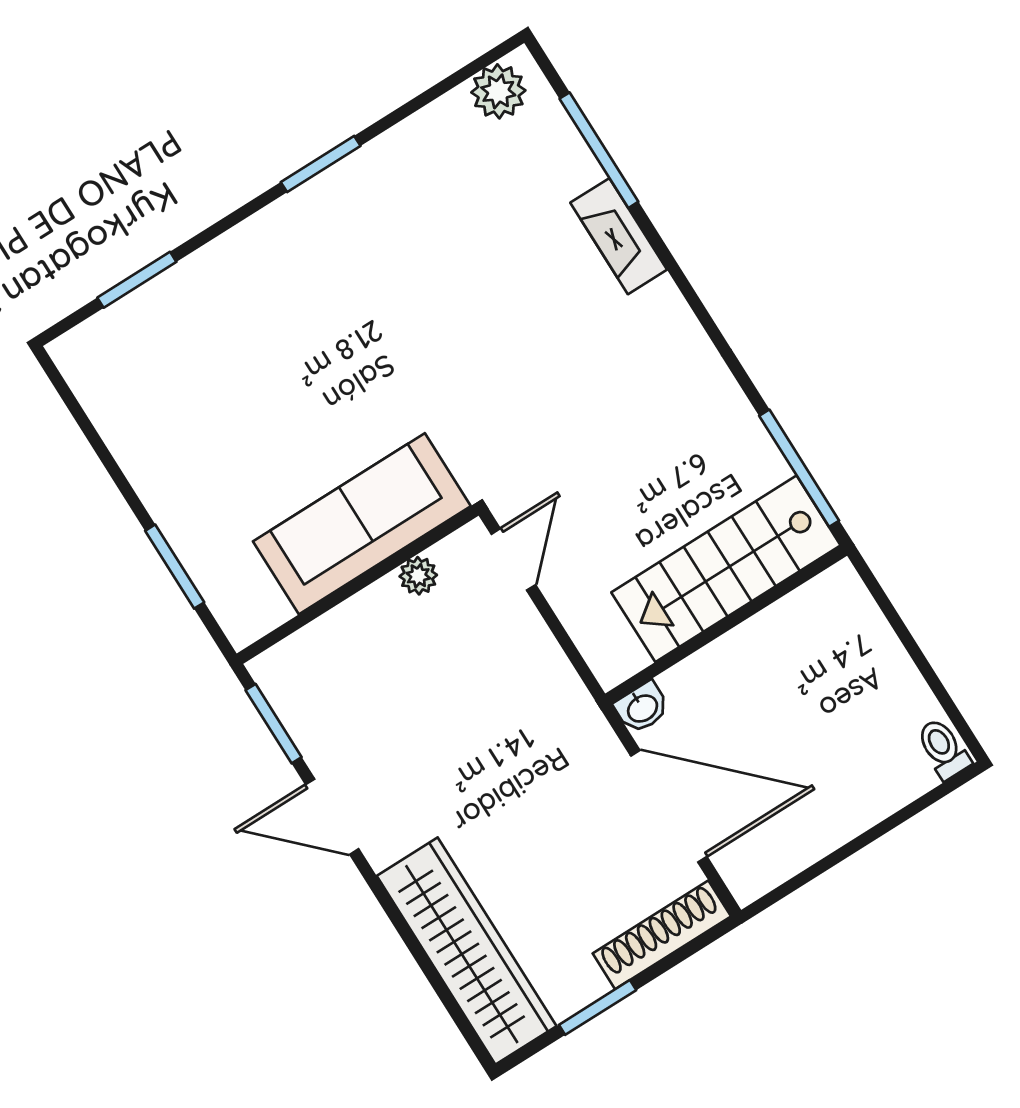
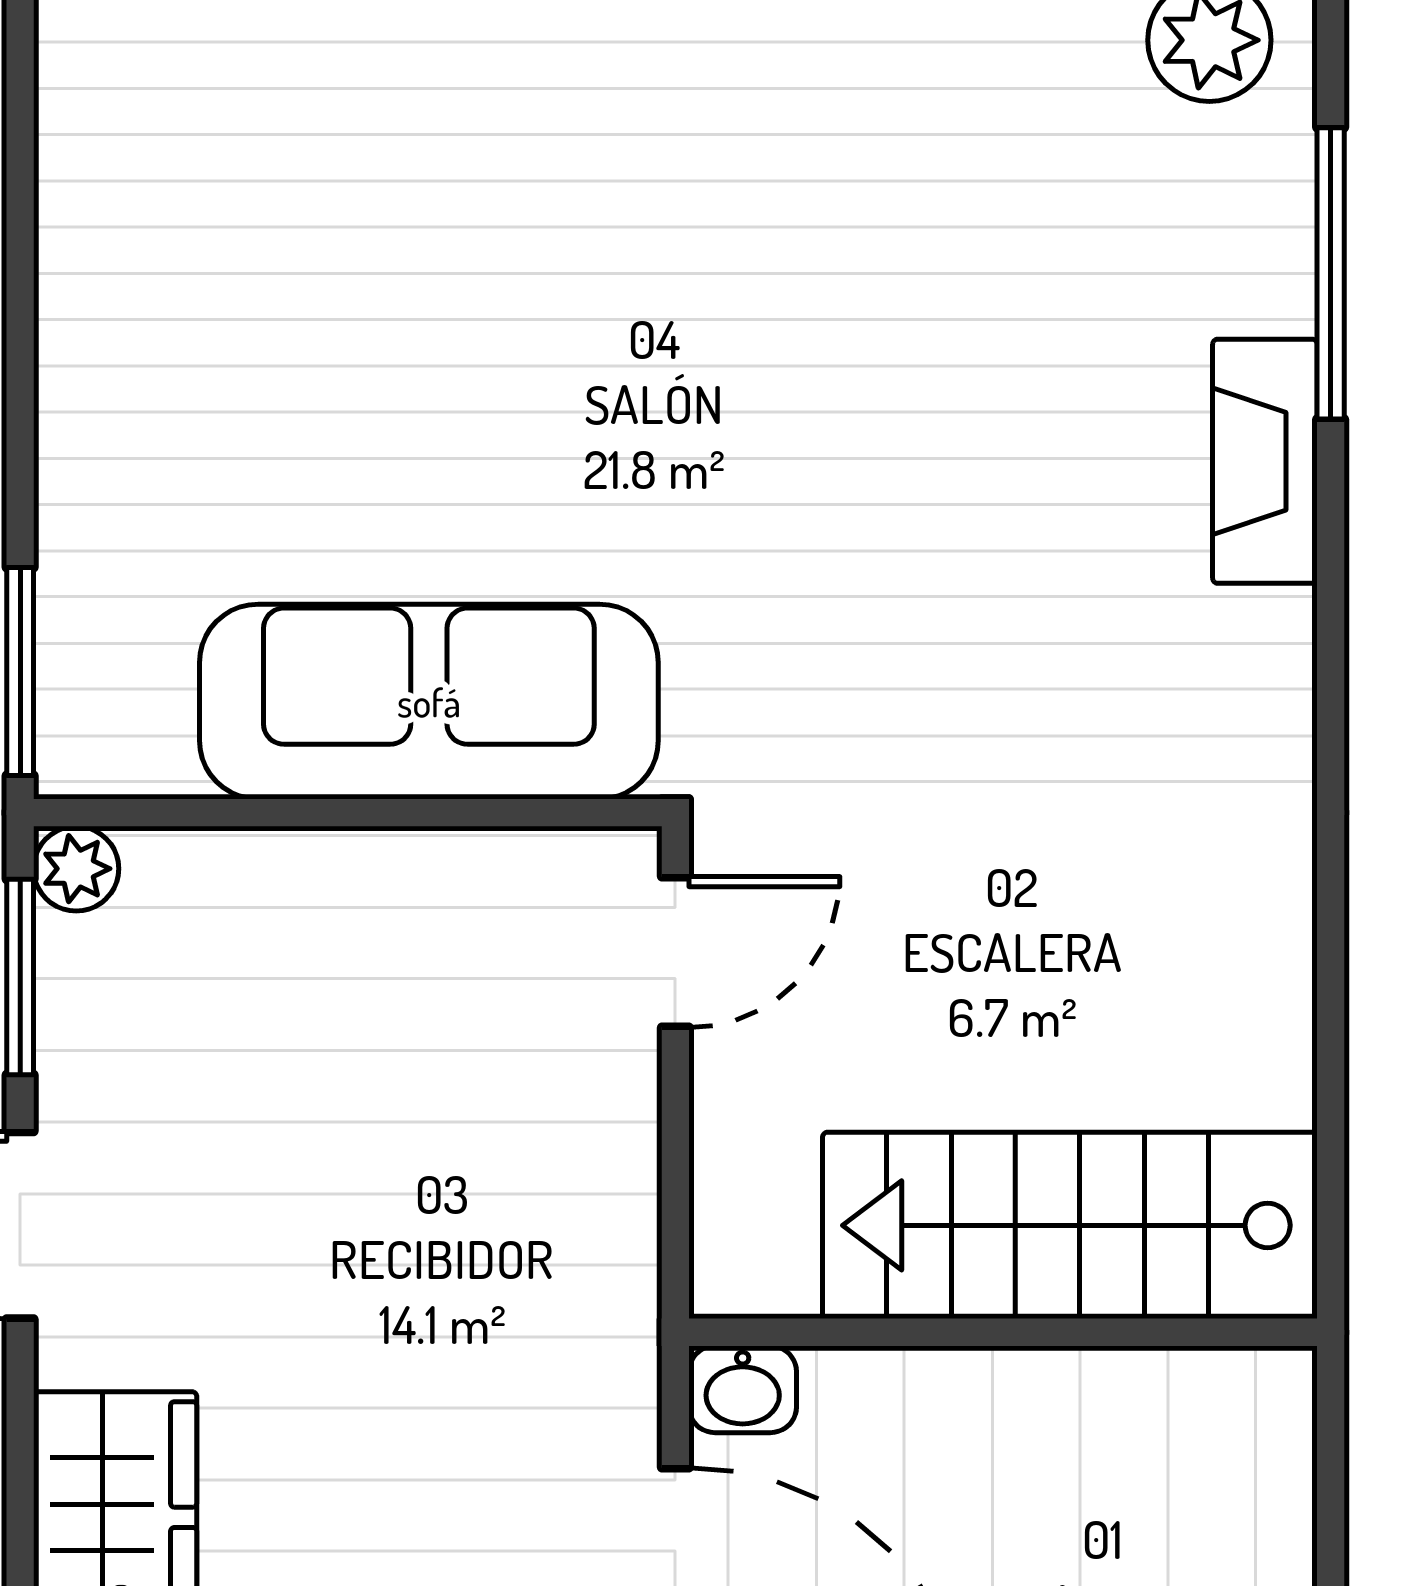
window: (799, 468) -> (1331, 1121), removed
window: (175, 567) -> (20, 672), moved
plant: (418, 576) -> (76, 869), moved

